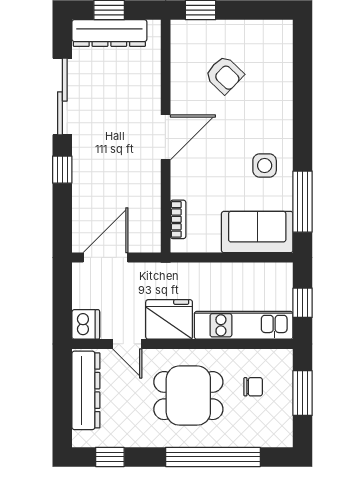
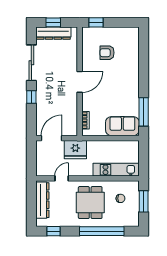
armchair: (224, 75) -> (107, 53), turned 136
side table: (265, 165) -> (126, 95), removed
window: (303, 303) -> (144, 159), removed
fridge: (169, 319) -> (75, 150), moved, turned 180
dishwasher: (86, 324) -> (42, 169), removed
door: (127, 344) -> (62, 178), swing flipped
dining table: (188, 396) -> (90, 203), turned 90

